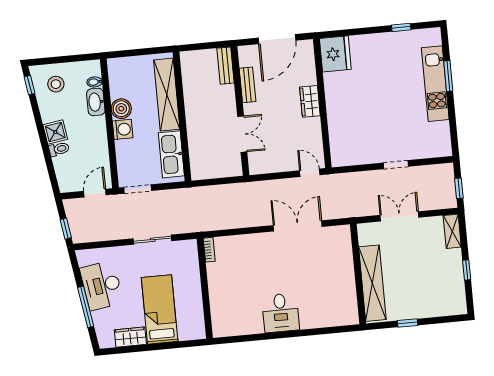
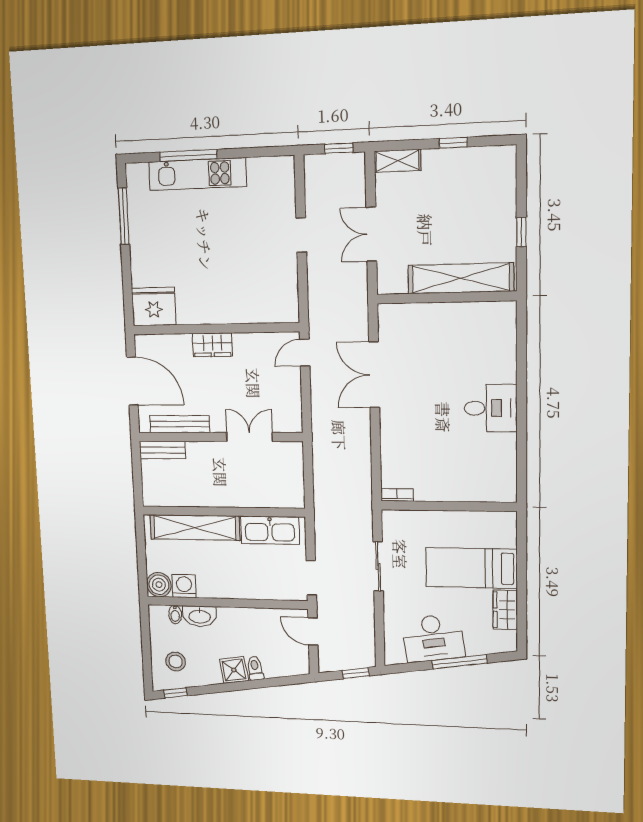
window: (401, 27) -> (124, 216), width x2.17
window: (448, 76) -> (188, 155), width x1.44
bench: (248, 85) -> (180, 424), width x1.36
boiler: (121, 109) -> (159, 585), moved
washing machine: (123, 129) -> (184, 586), moved

